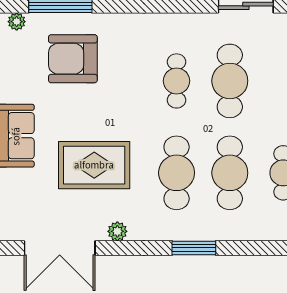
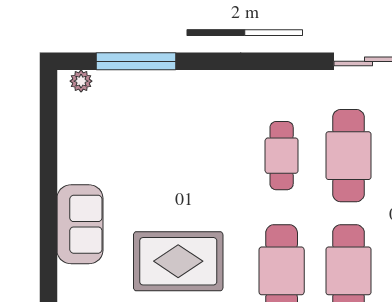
armchair: (73, 59) -> (152, 128), removed

